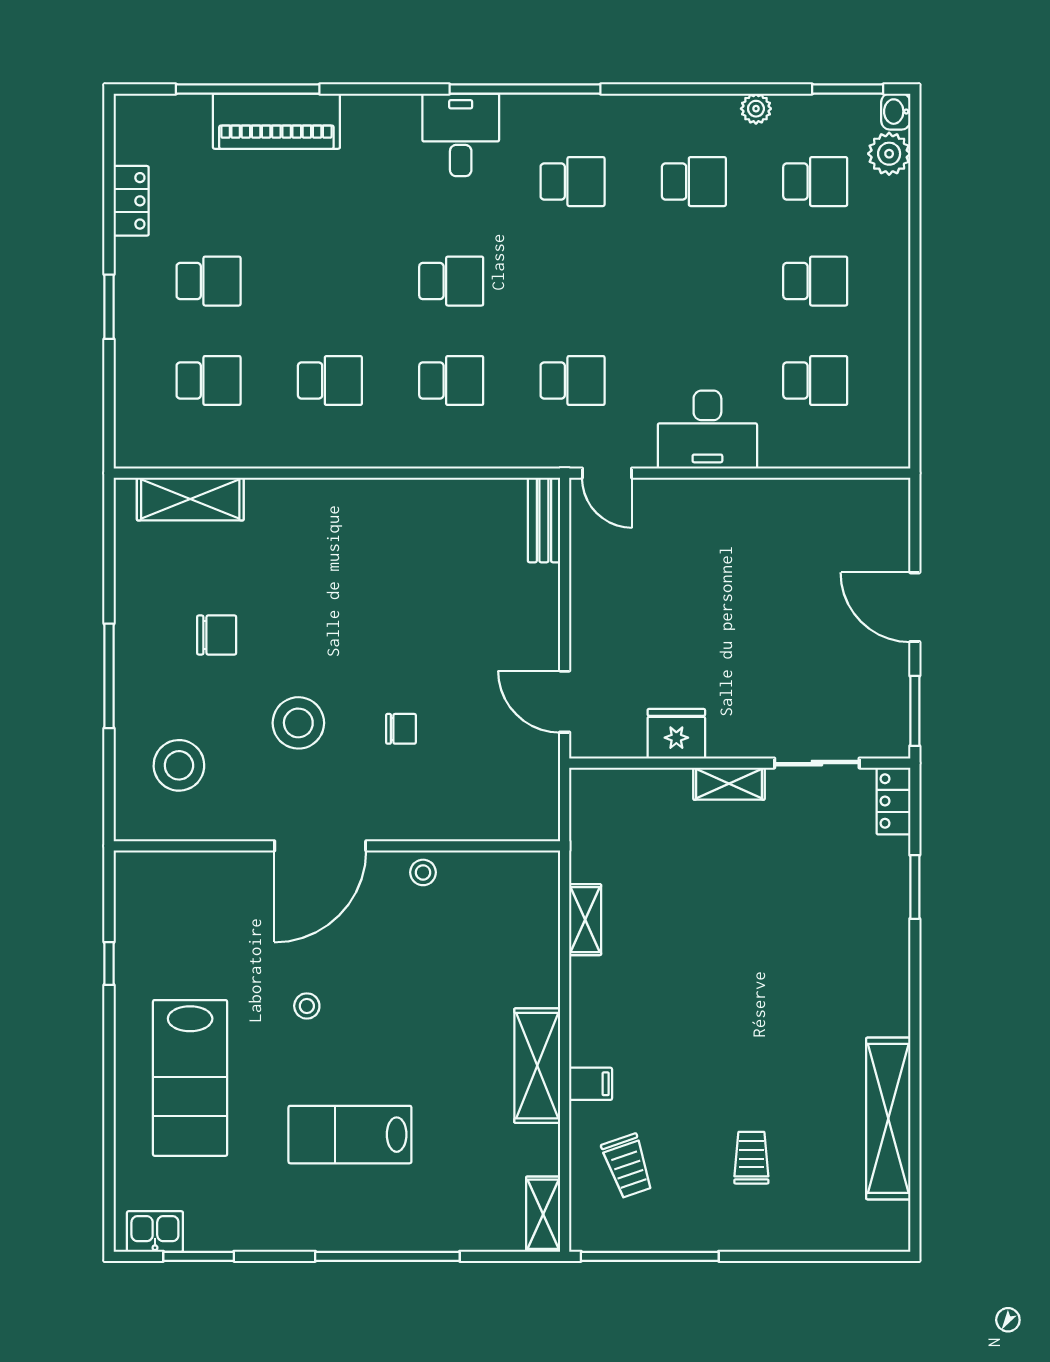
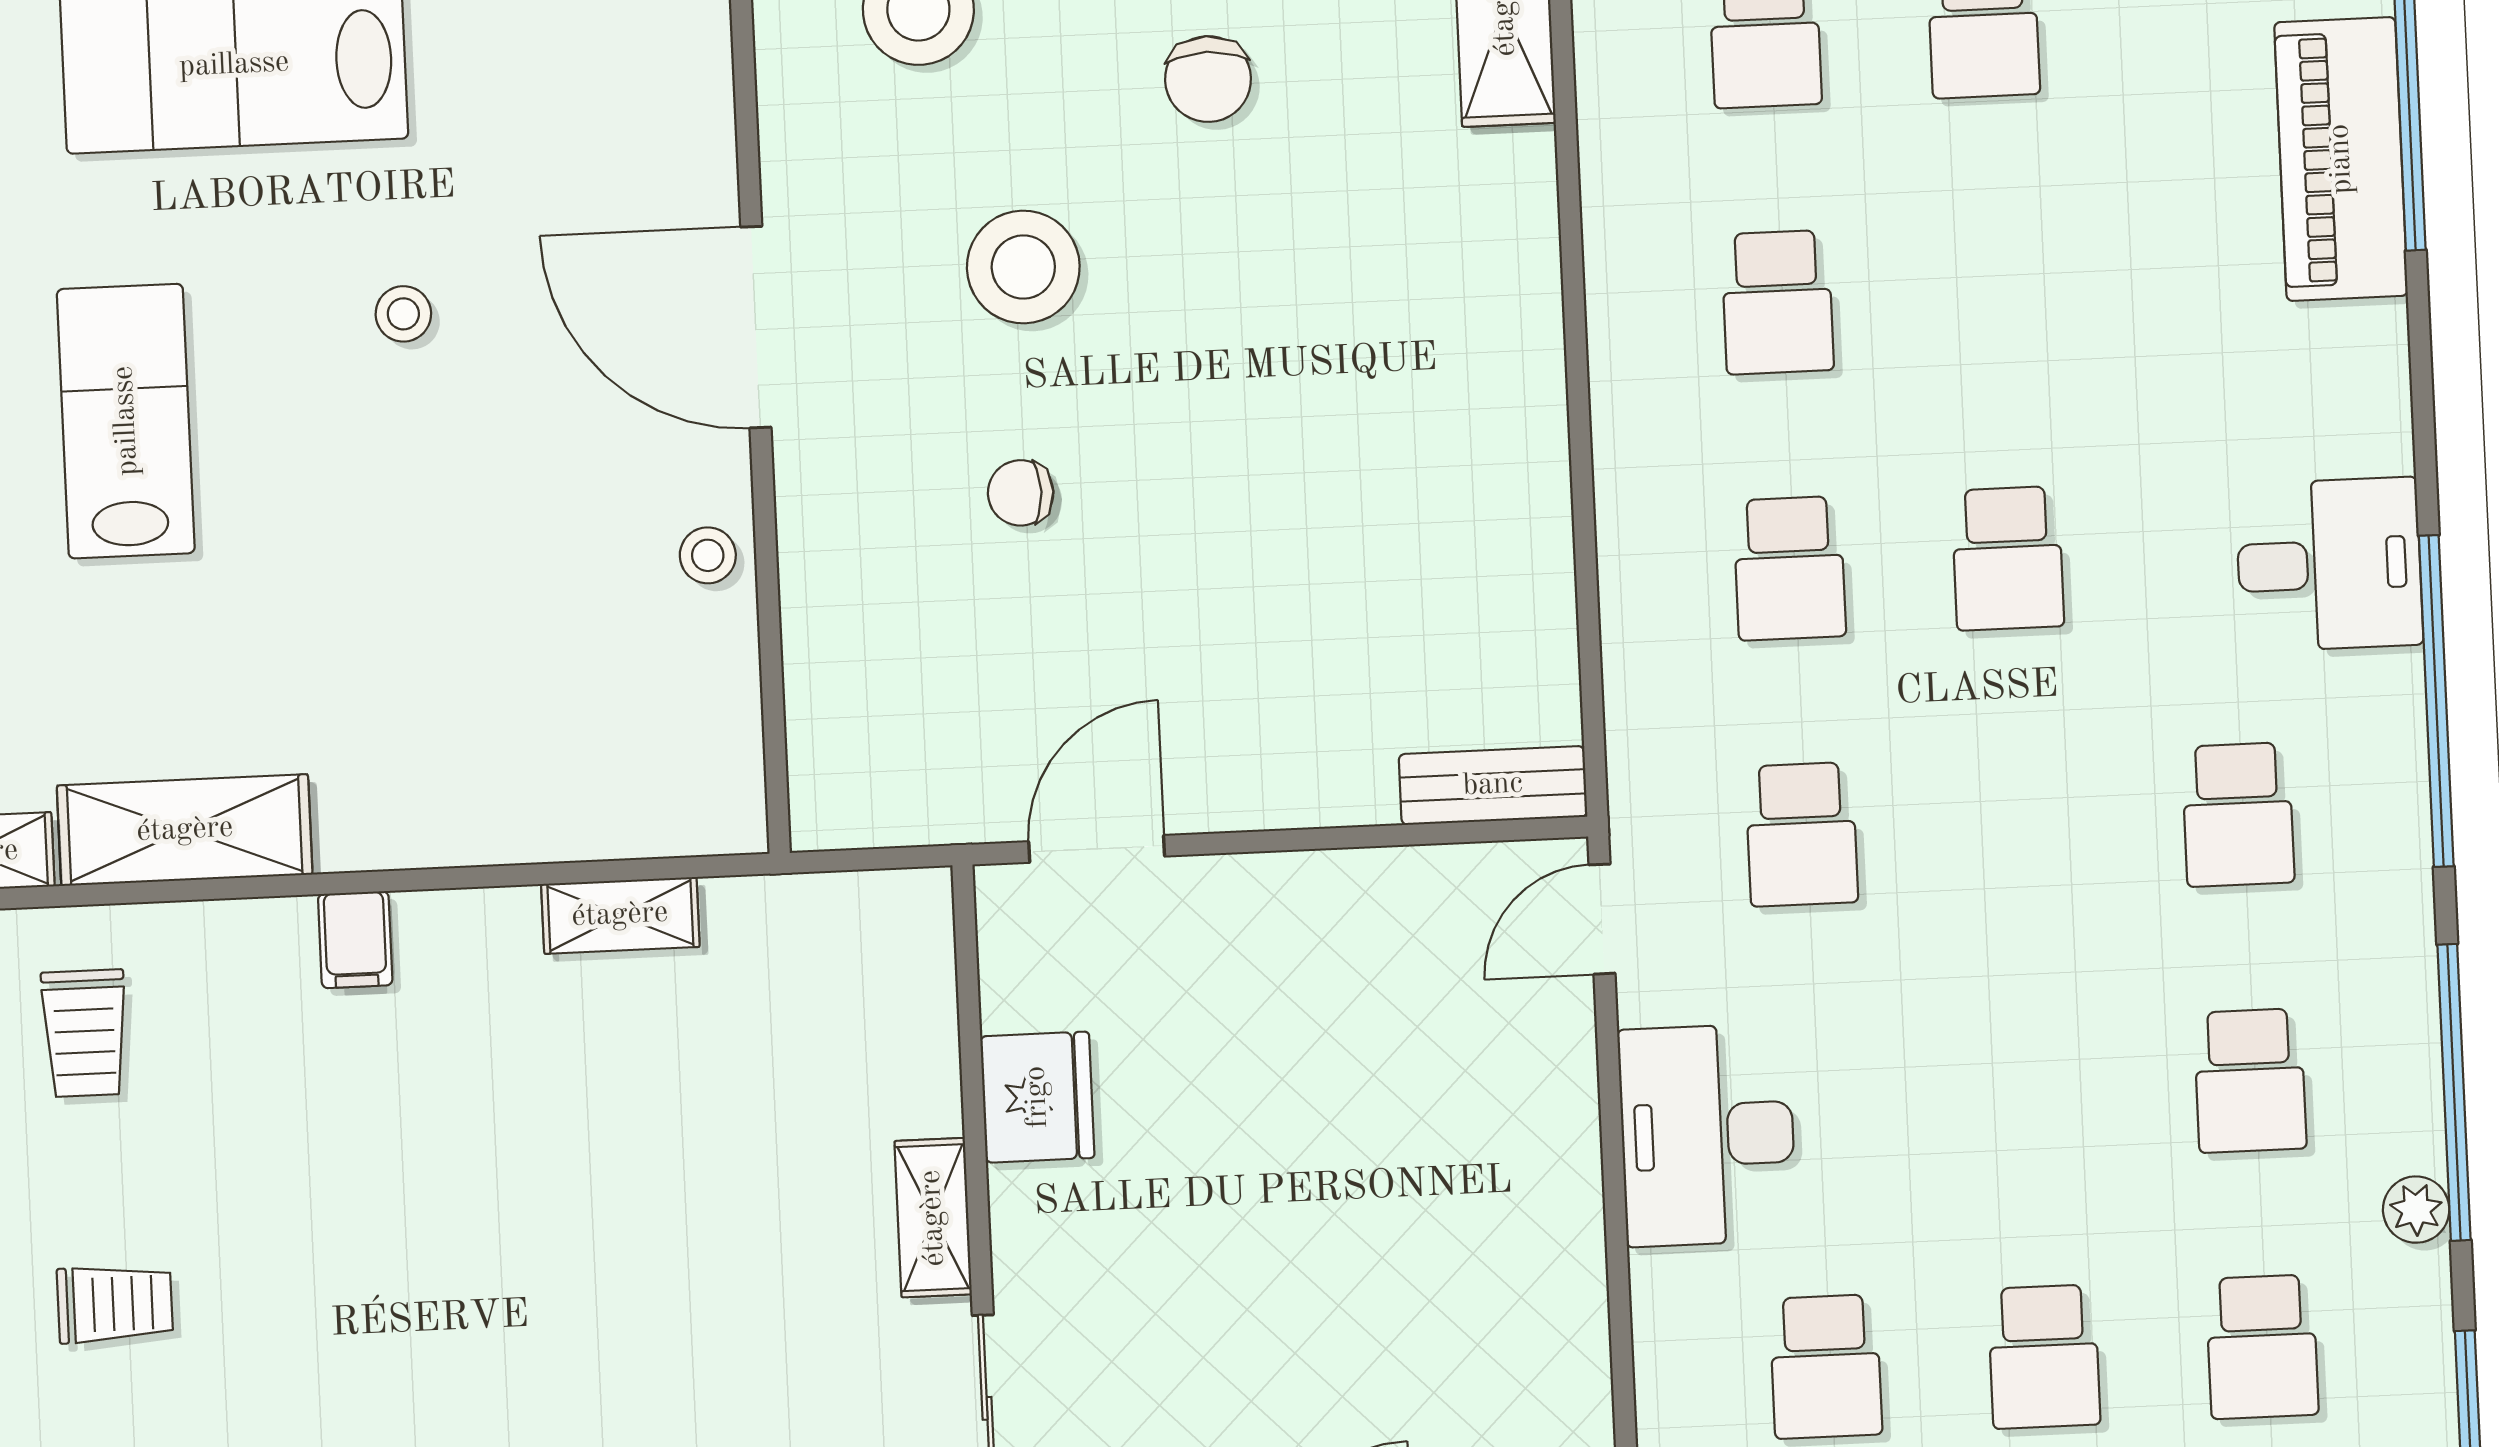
window: (703, 89) -> (2454, 1092), added
chair: (401, 729) -> (1021, 493), turned 90
shelving: (537, 1066) -> (185, 830), moved
filing cabinet: (591, 1084) -> (355, 940), moved
trolley: (628, 1166) -> (85, 1033), turned -71

